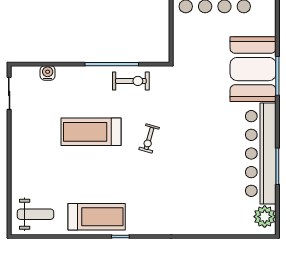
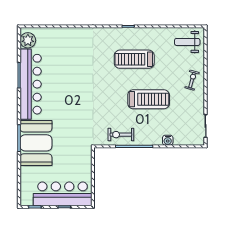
water cooler: (48, 73) -> (168, 140), moved
exercise bike: (149, 139) -> (192, 80), moved
treadmill: (97, 217) -> (134, 59), moved

